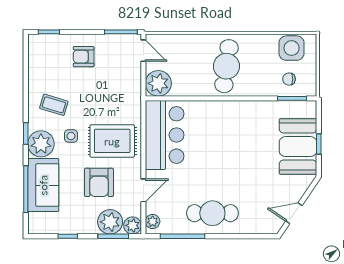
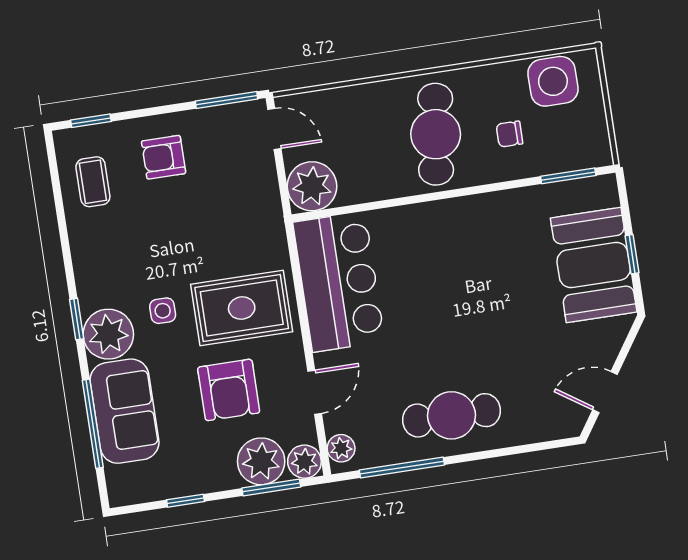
chair: (289, 79) -> (509, 134), moved
coffee table: (54, 105) -> (93, 182), moved, turned 73

